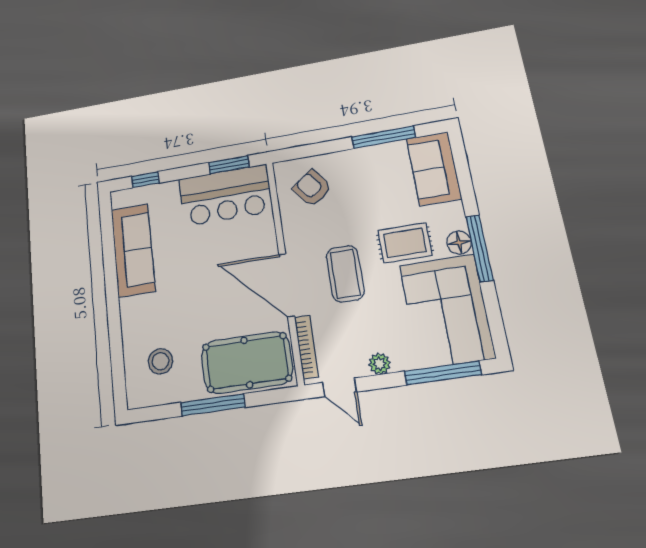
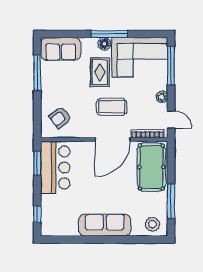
sofa: (133, 250) -> (105, 225), moved
stool: (160, 361) -> (152, 224), moved
door: (340, 387) -> (171, 120), hinge flipped
window: (213, 405) -> (171, 201), moved

